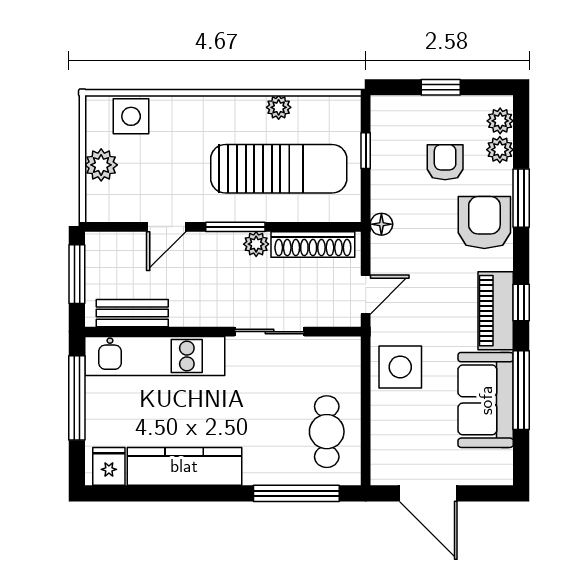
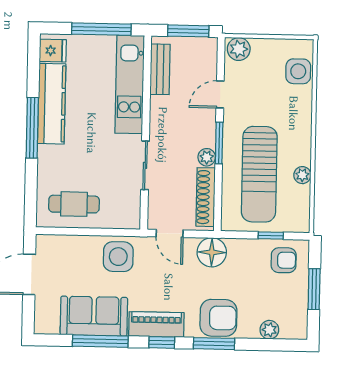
window: (441, 87) -> (314, 289), width x1.50
plant: (500, 121) -> (290, 330), removed
armchair: (445, 162) -> (284, 260), moved
plant: (101, 165) -> (239, 49), moved
window: (521, 198) -> (214, 344), moved
floor lamp: (381, 224) -> (212, 252), width x1.89, depth x1.89
door: (166, 227) -> (220, 94), hinge flipped
window: (296, 493) -> (32, 128), moved

